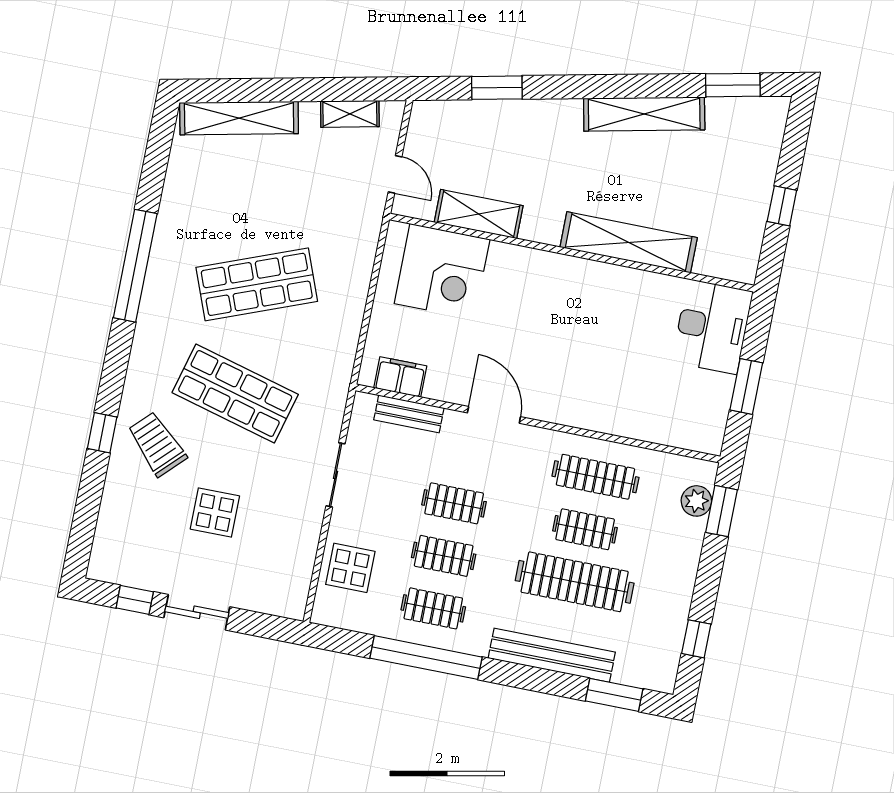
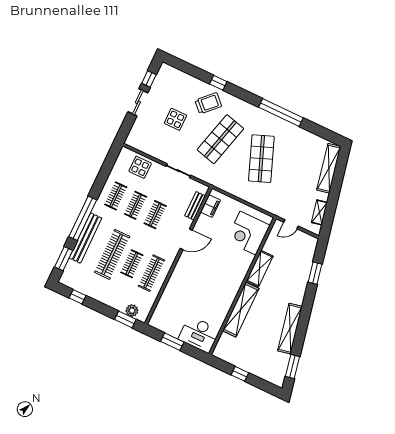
shelving: (479, 214) -> (260, 269), moved
window: (426, 658) -> (83, 218), moved

